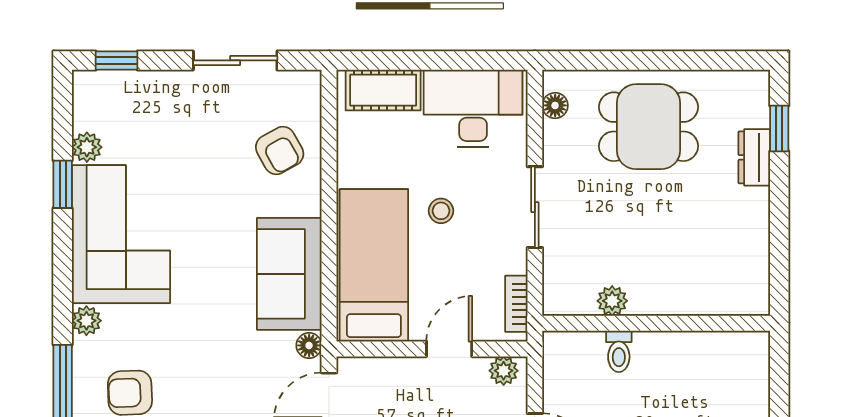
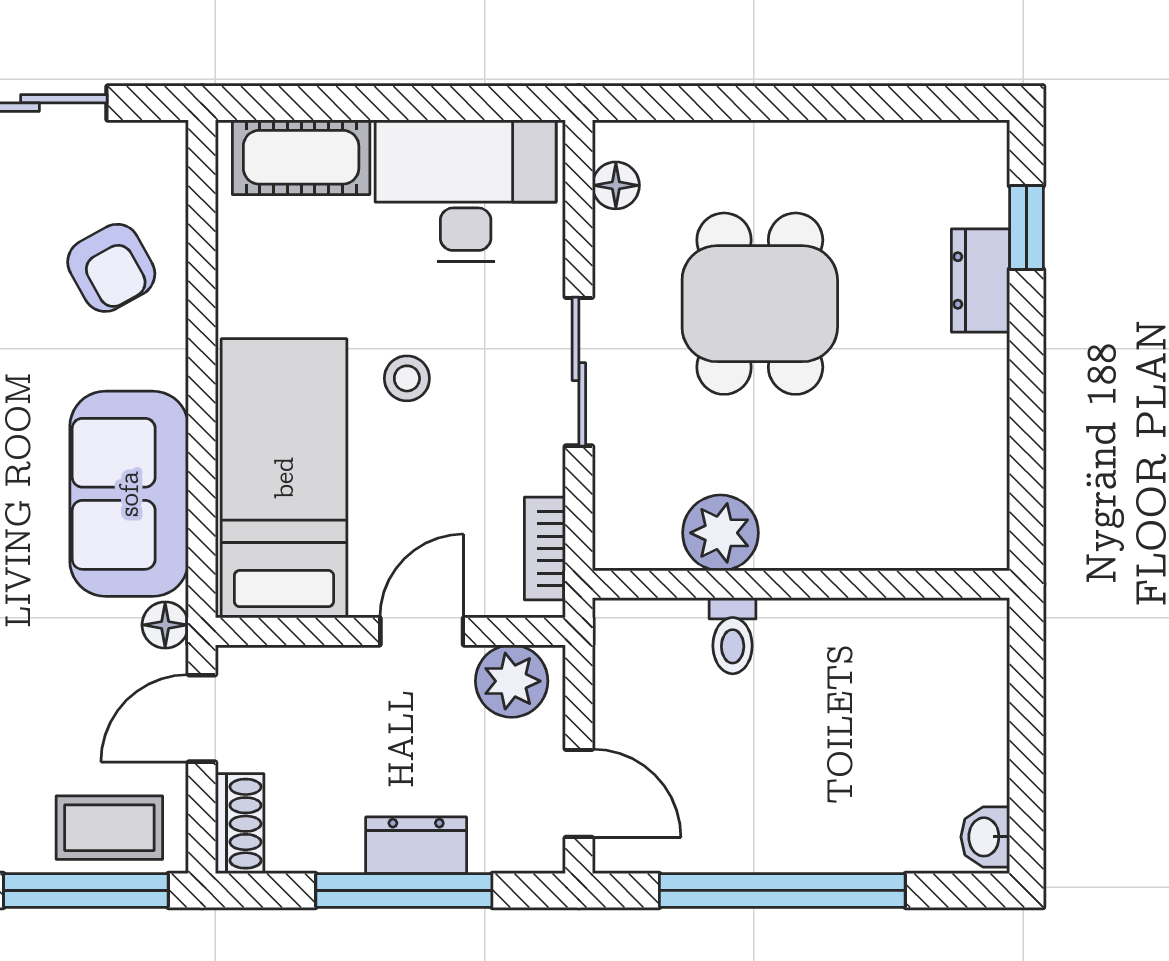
dining table: (648, 127) -> (760, 304), moved, turned 90
plant: (612, 301) -> (720, 533), width x1.38, depth x1.38
plant: (504, 371) -> (512, 681), width x1.38, depth x1.38

